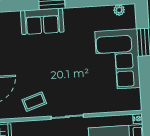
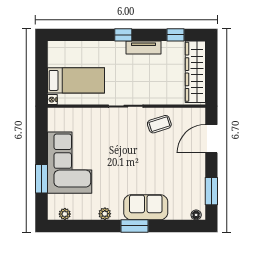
plant: (81, 13) -> (105, 214), added

